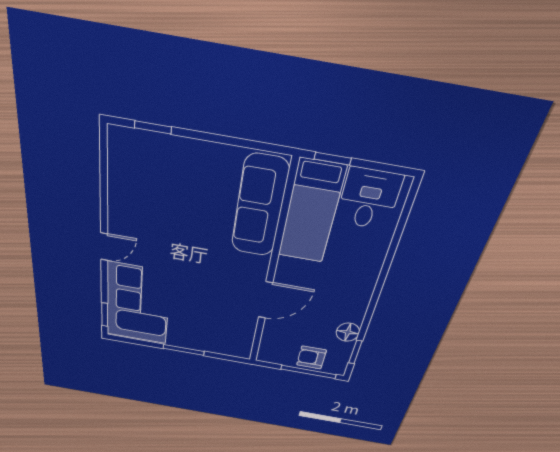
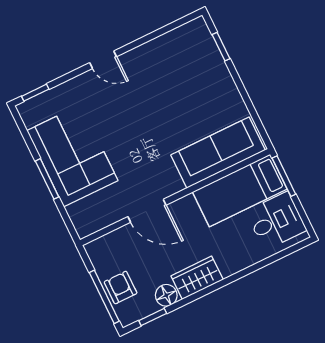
window: (333, 159) -> (284, 176), width x1.50
wardrobe: (356, 301) -> (197, 278), added
corner sofa: (138, 304) -> (72, 156), moved, turned -90

